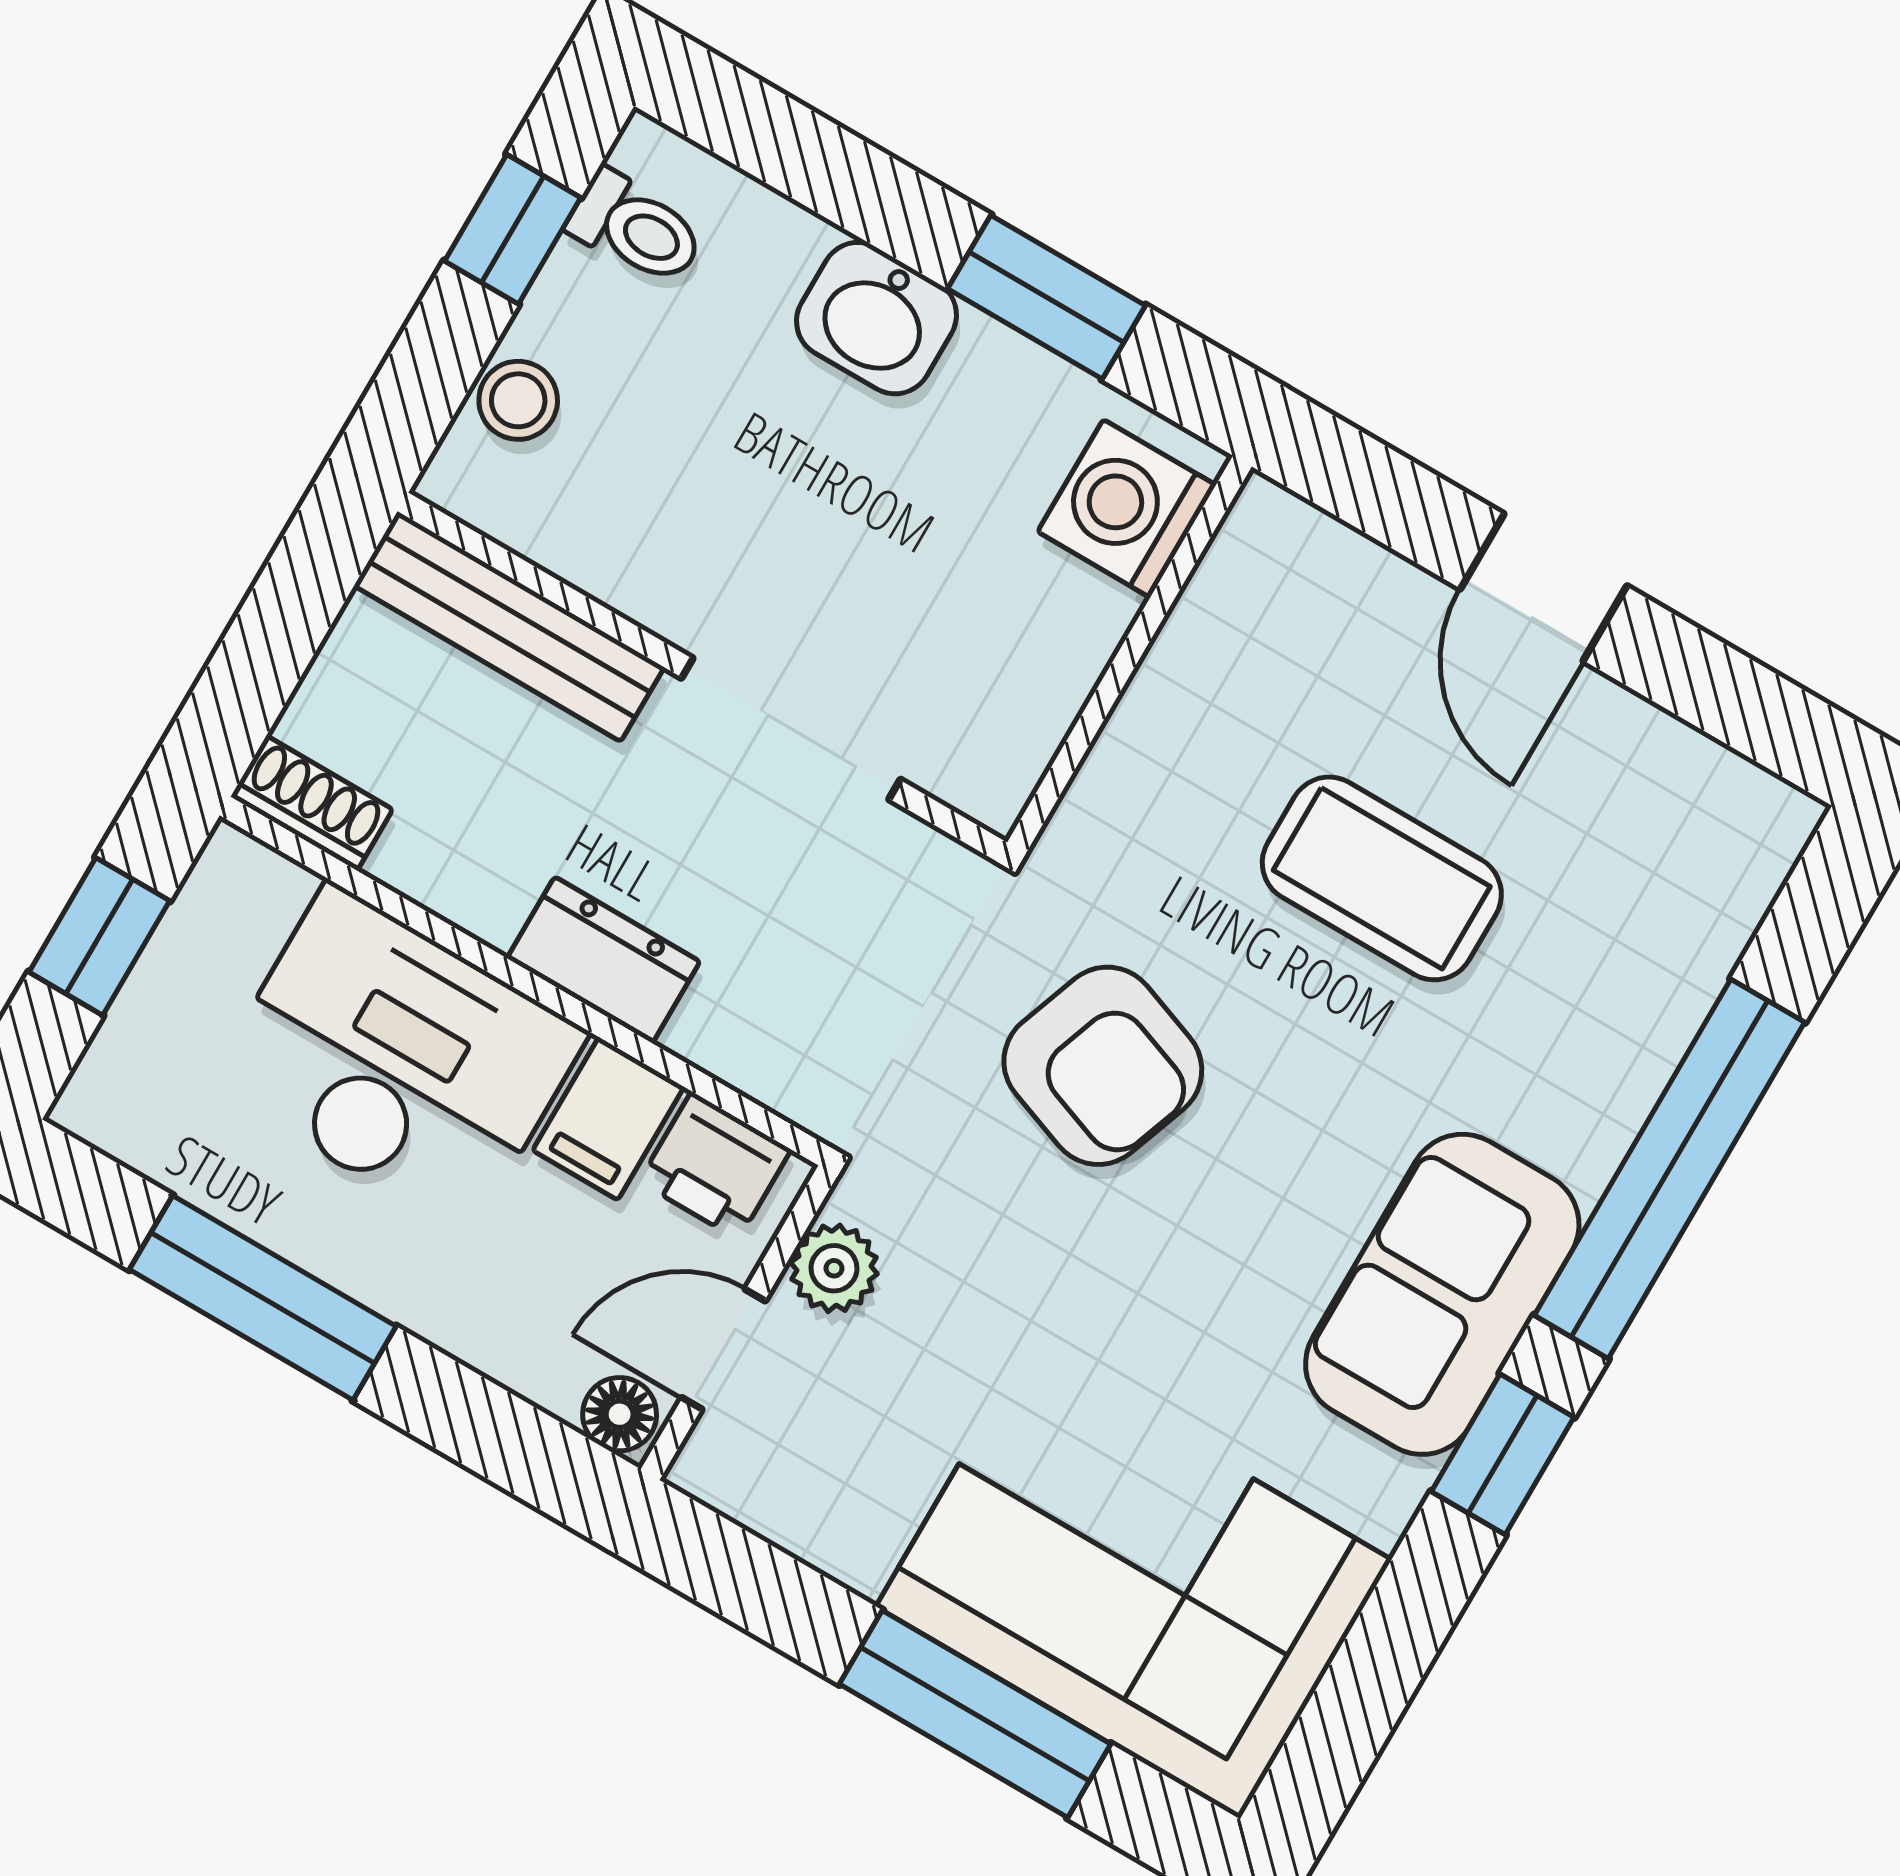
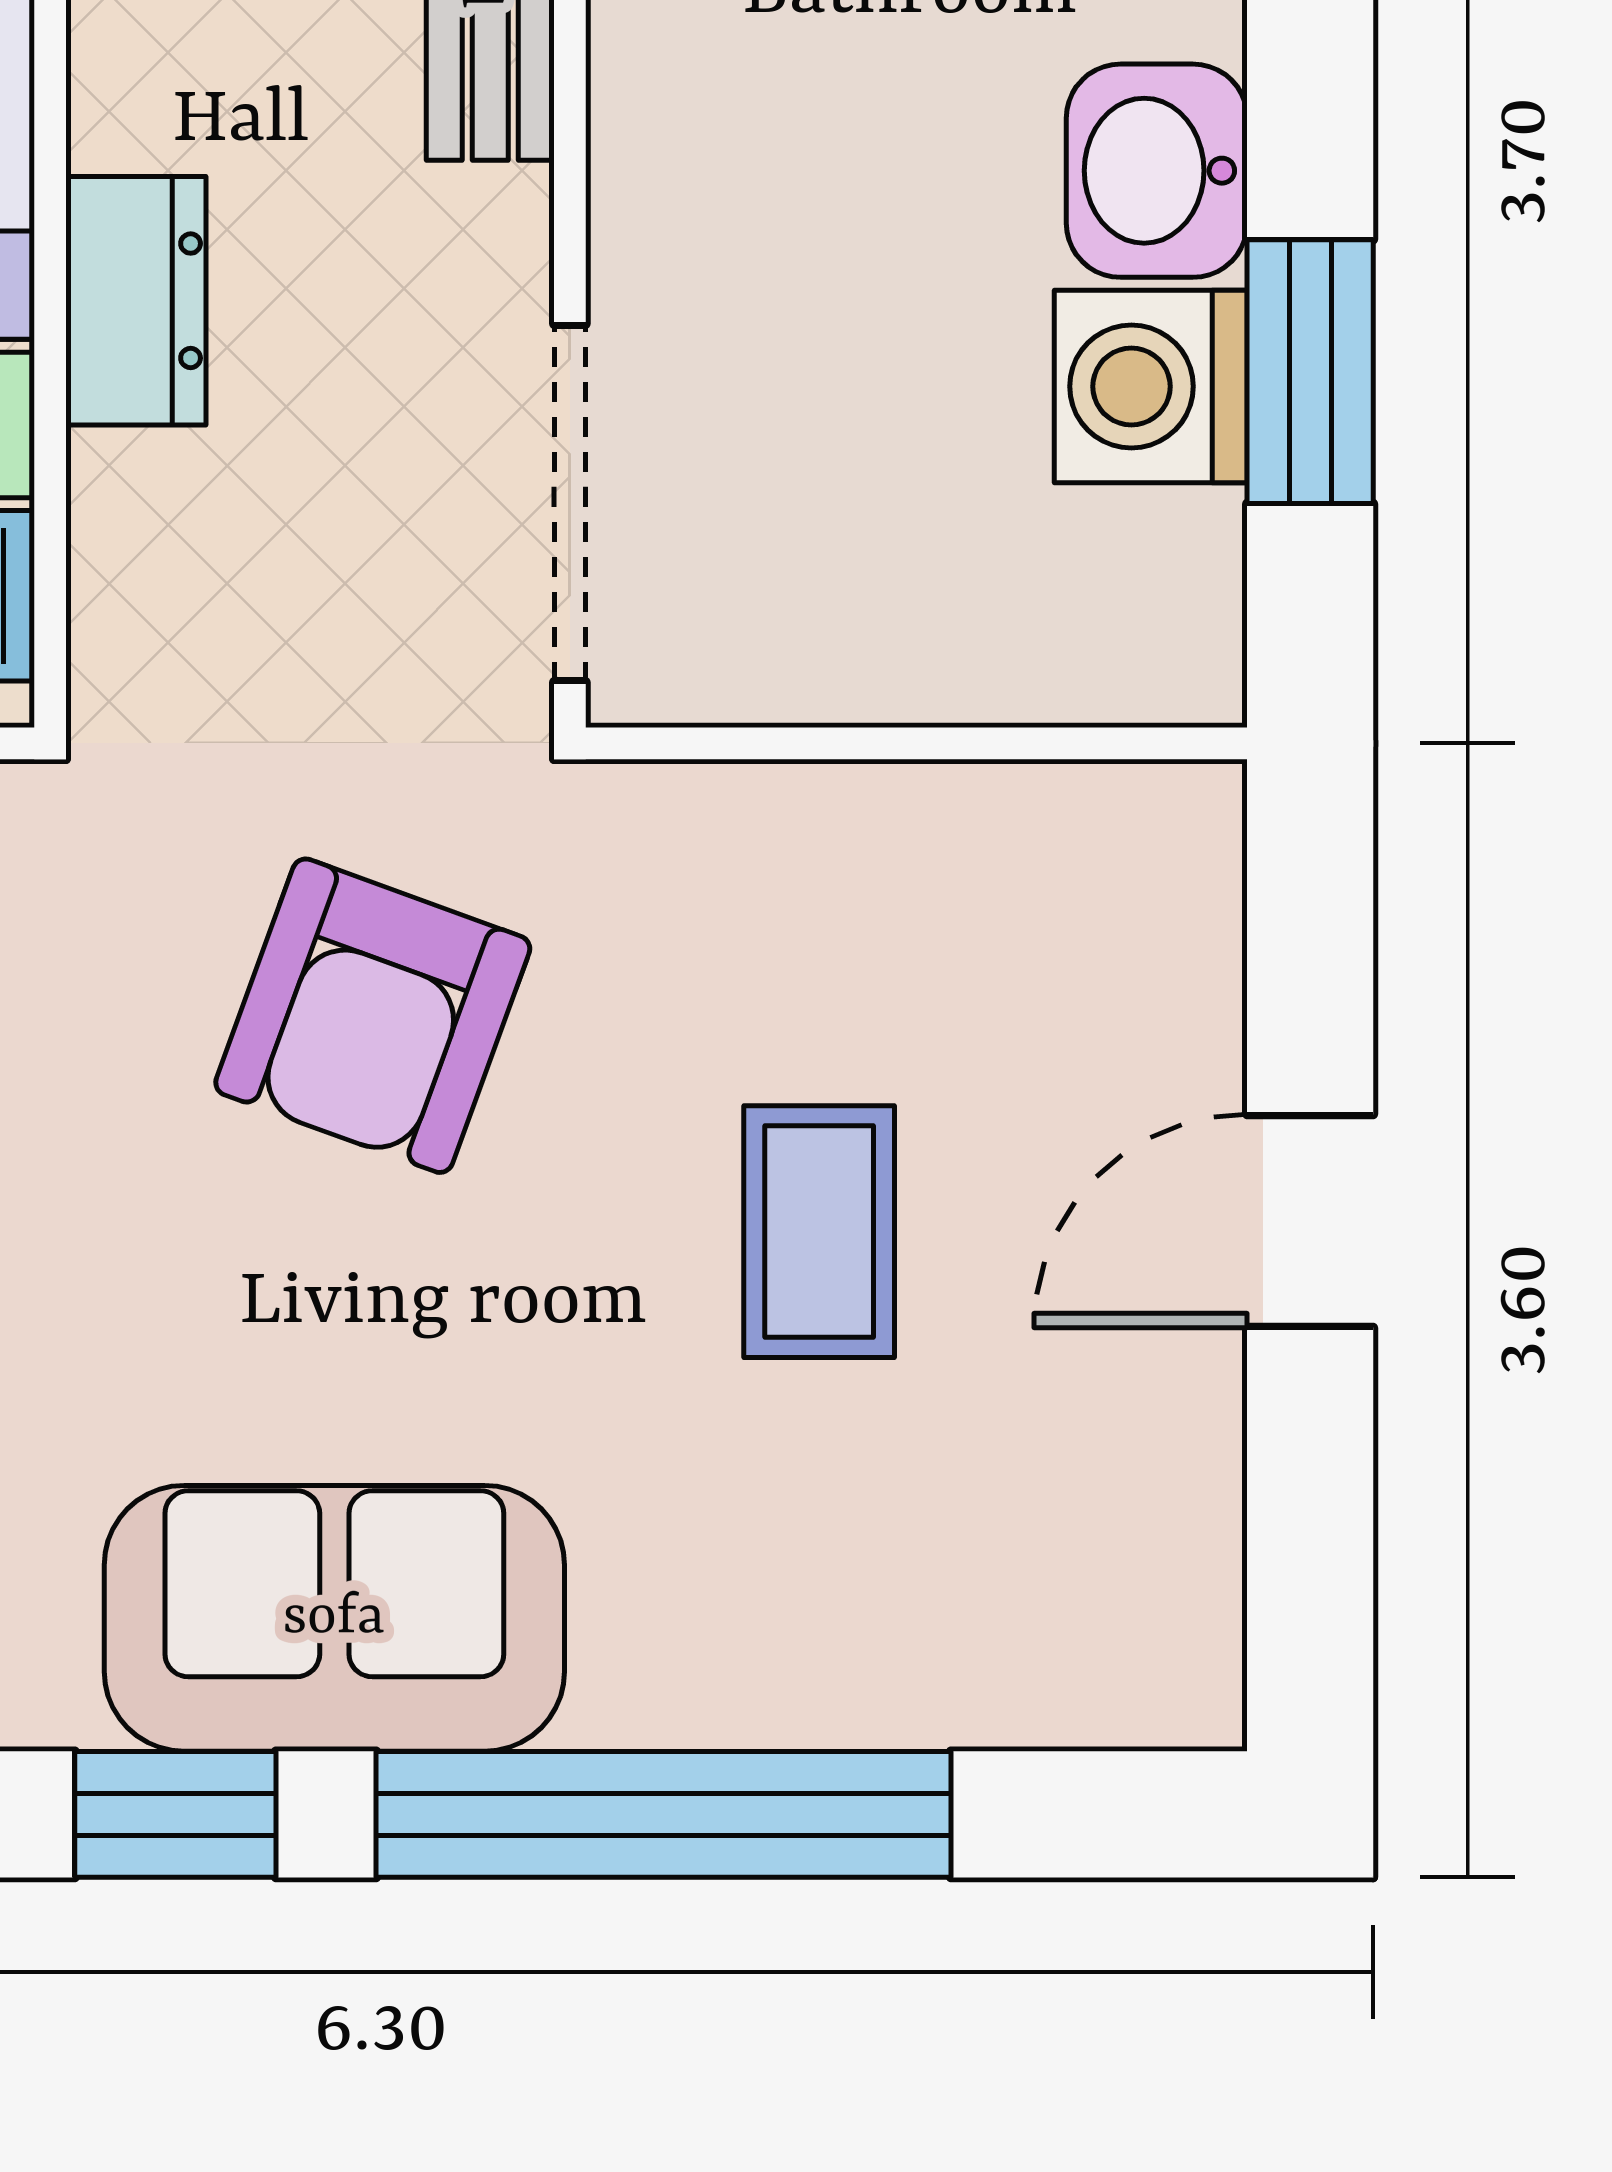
washing machine: (1127, 508) -> (1151, 386), moved, turned -90
doorway: (791, 729) -> (570, 503), moved
coffee table: (1382, 878) -> (819, 1232), width x0.73, depth x0.77

